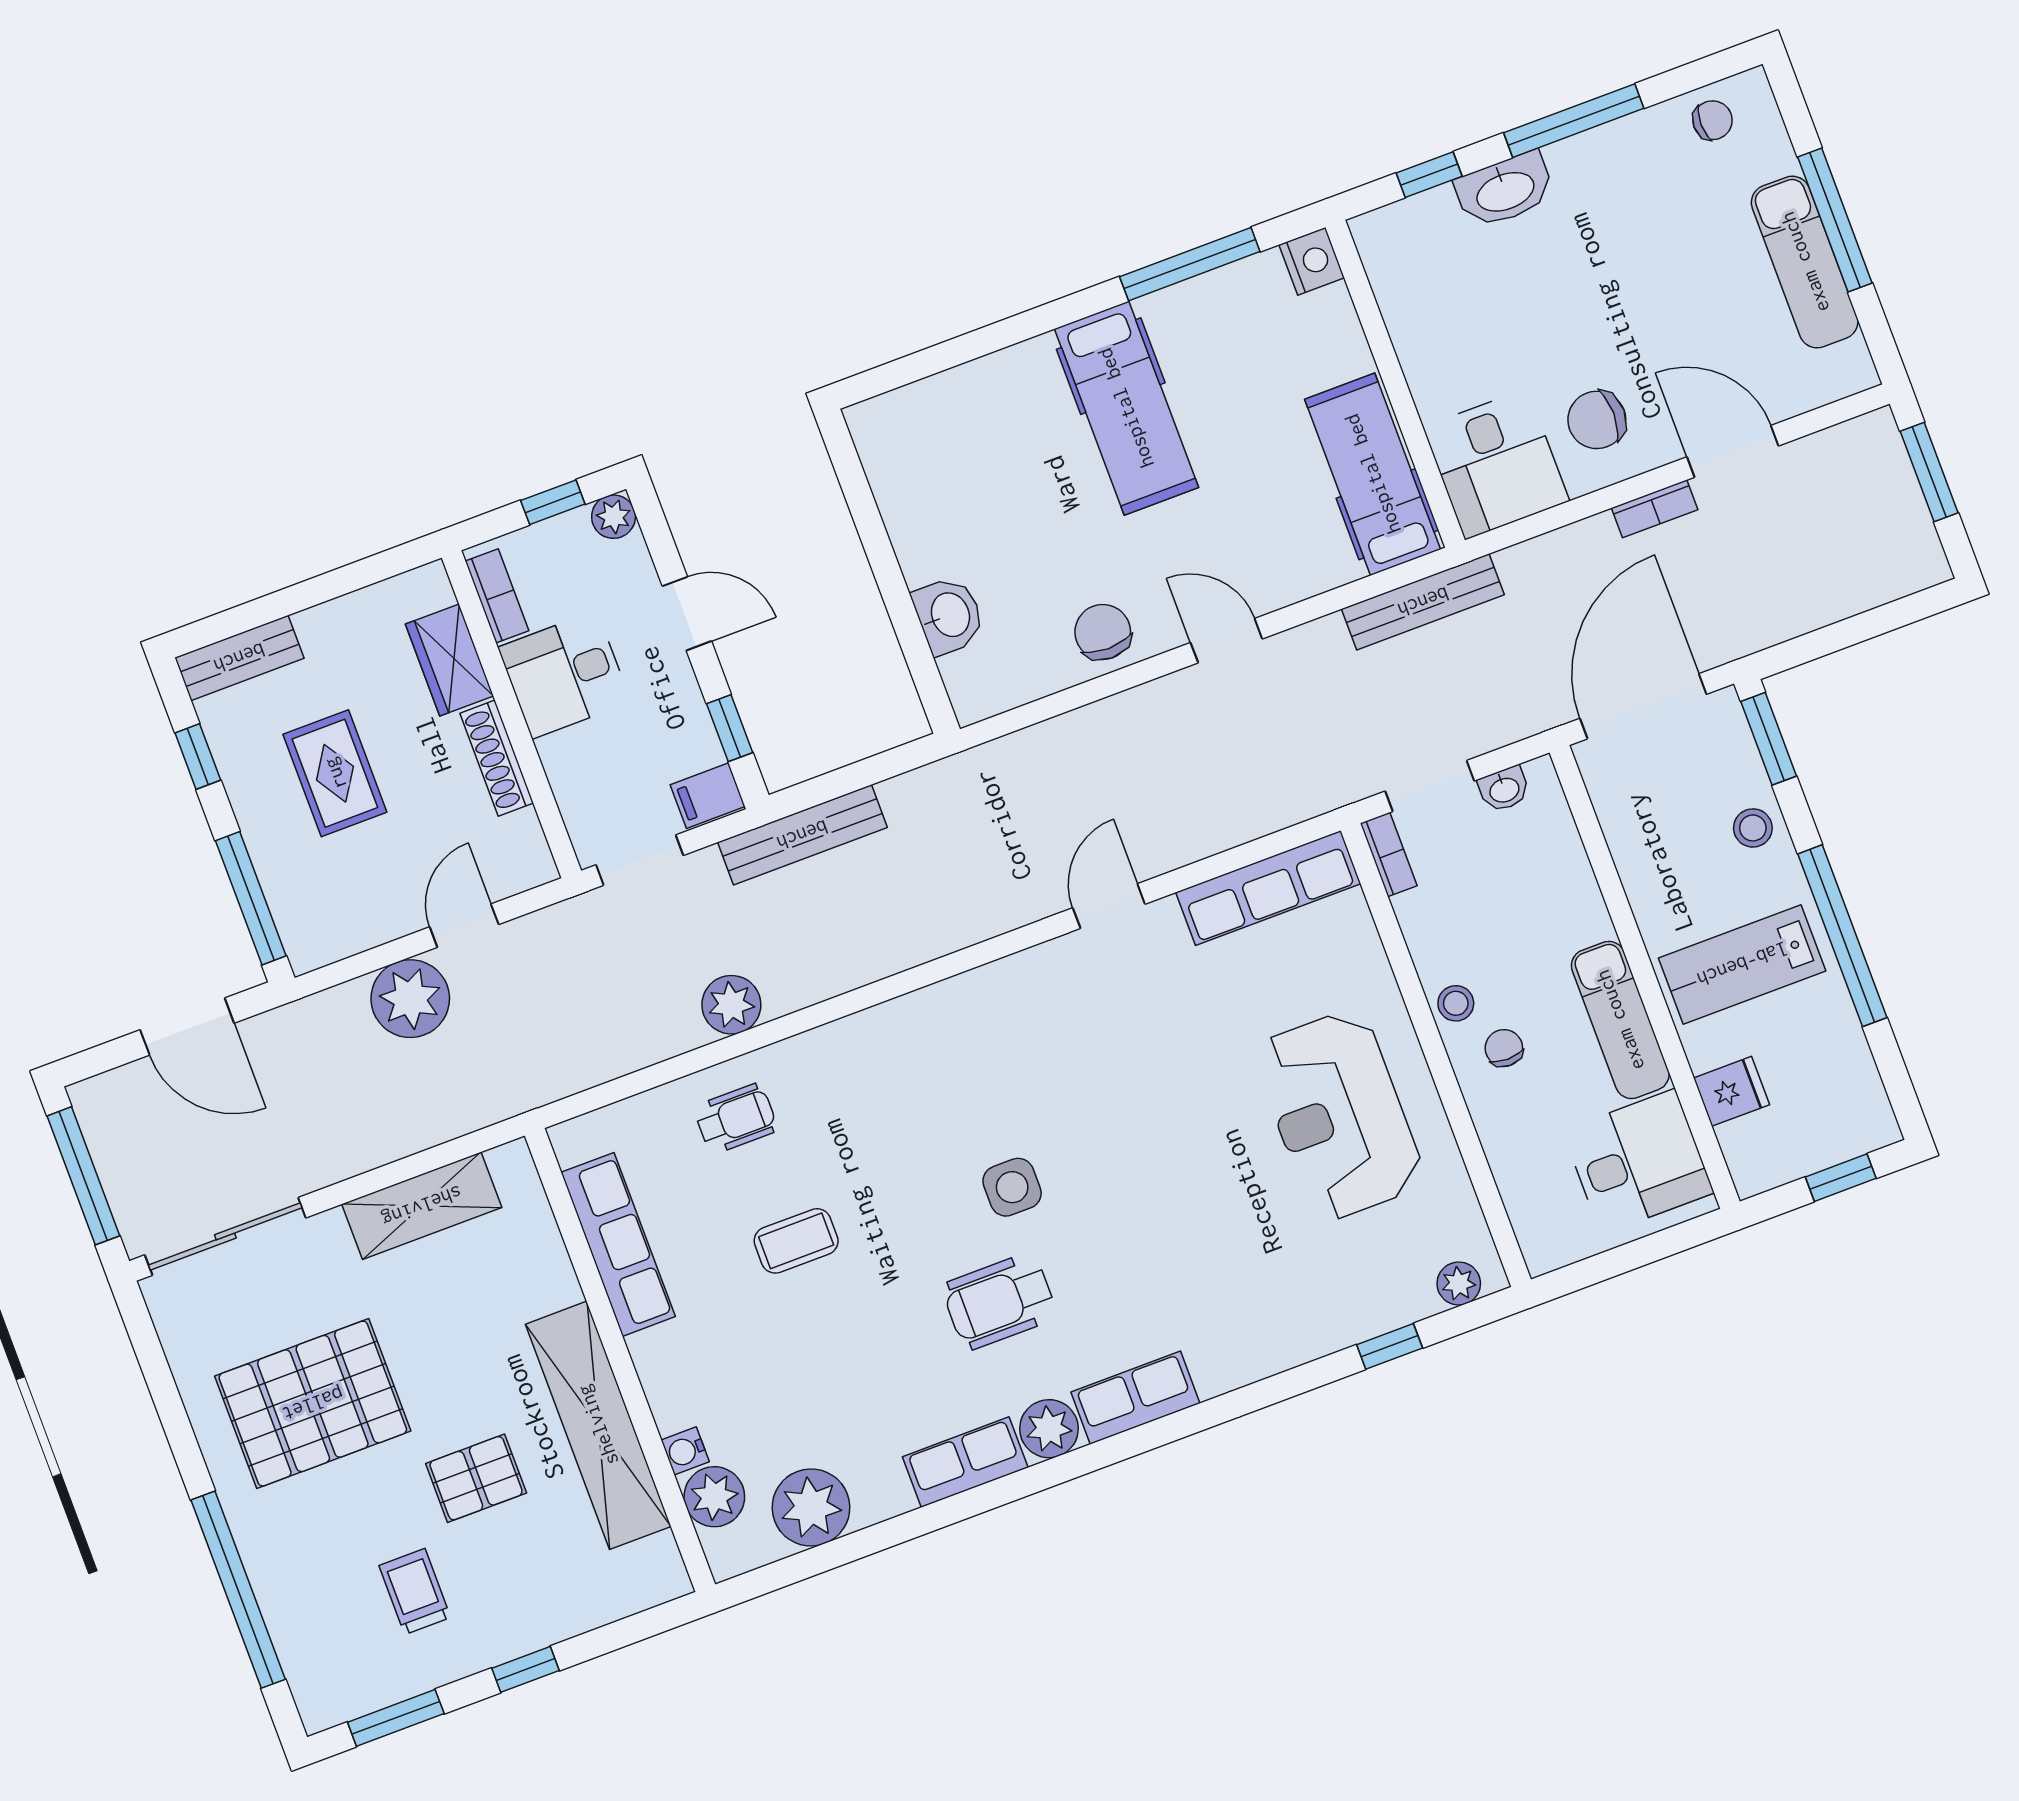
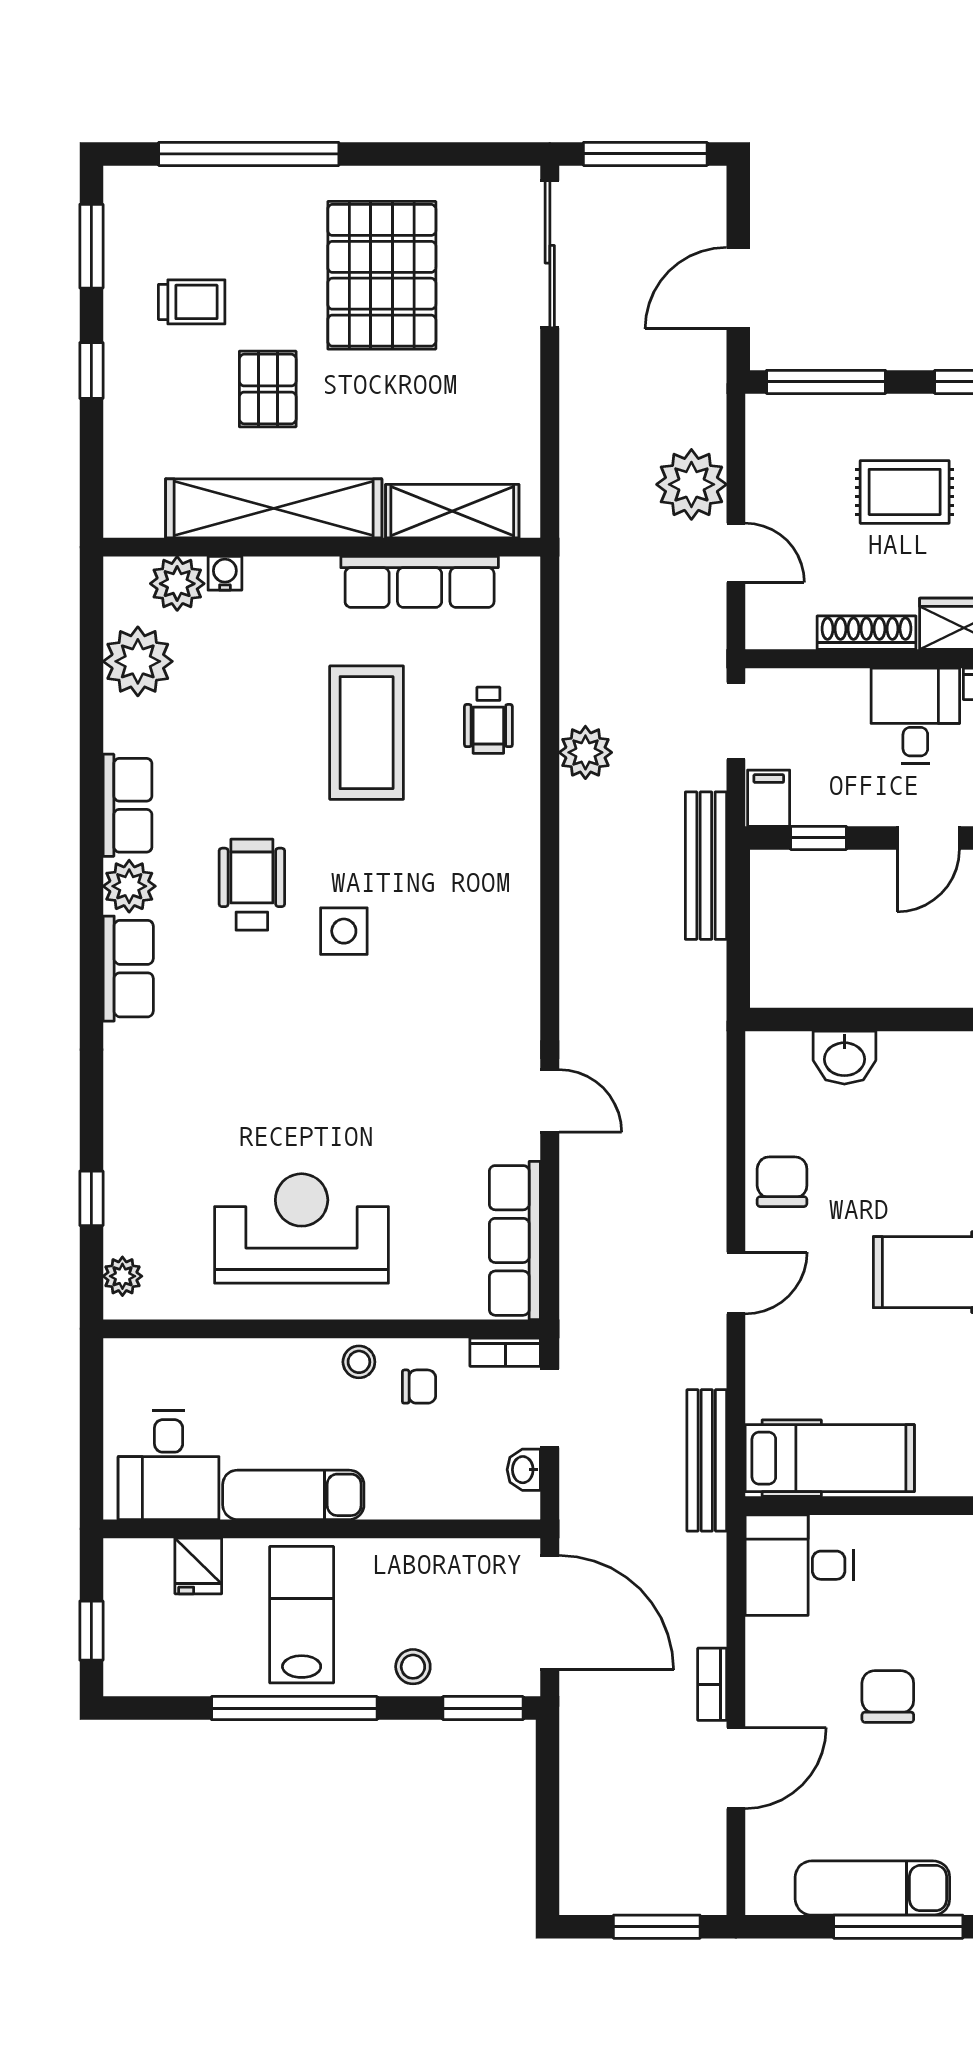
chair: (1597, 420) -> (888, 1697), moved
chair: (1103, 632) -> (782, 1182), turned -90
chair: (1504, 1048) -> (419, 1387), moved
shelving: (422, 1206) -> (452, 511), moved, turned 90
coffee table: (796, 1241) -> (367, 733), width x1.86, depth x1.72

